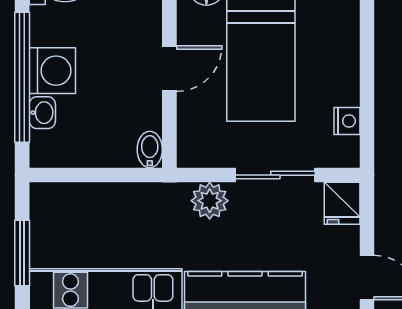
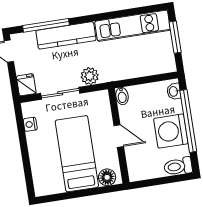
door: (169, 69) -> (119, 136), swing flipped
washing machine: (52, 71) -> (171, 131), width x1.37, depth x1.37
washbasin: (42, 113) -> (174, 91), moved

